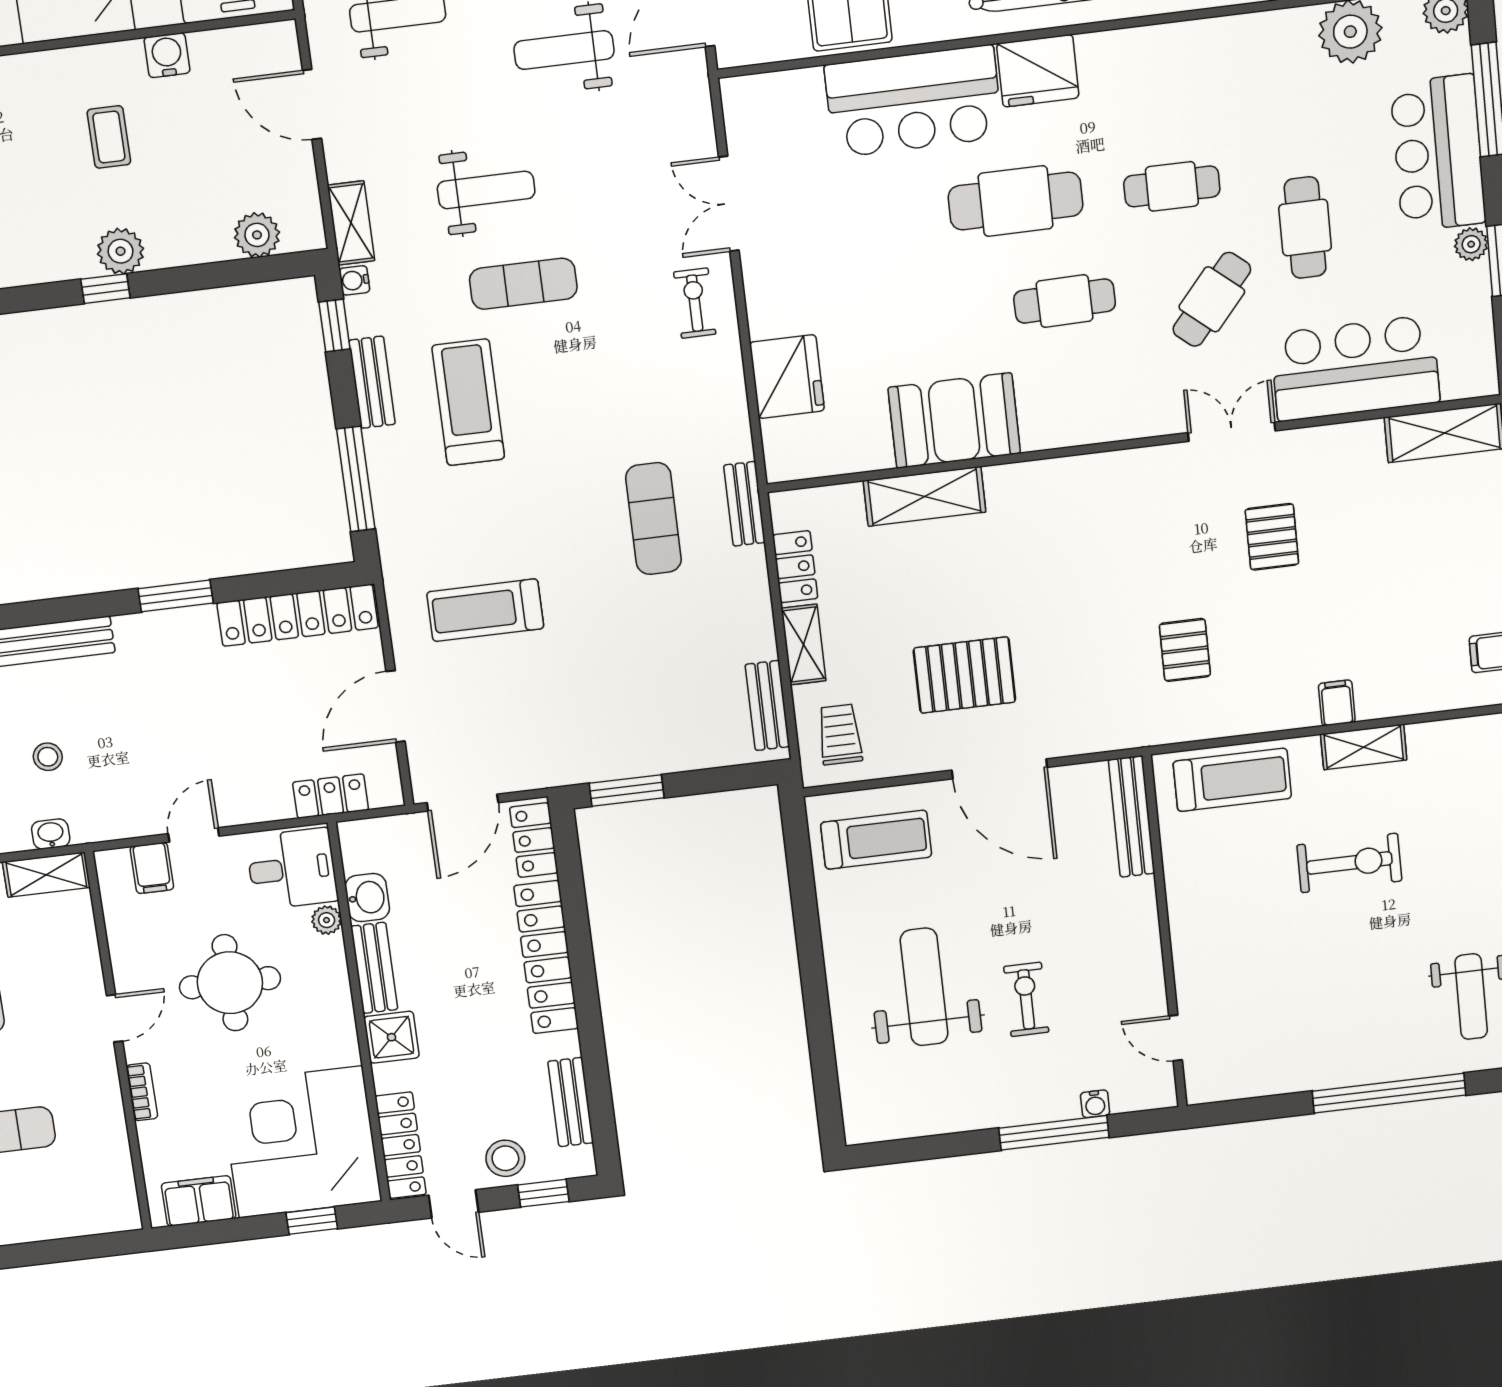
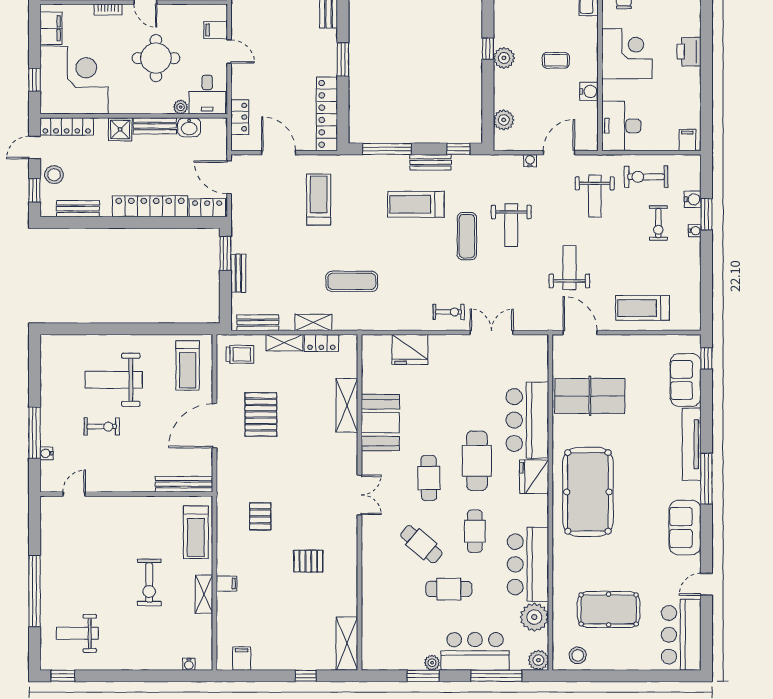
shelving: (351, 223) -> (313, 322), moved
water cooler: (354, 280) -> (530, 161), moved
bar counter: (1355, 368) -> (528, 564), moved, turned 180
treadmill: (468, 402) -> (416, 204), turned 180
double door: (1232, 432) -> (359, 495), moved
bench: (744, 504) -> (238, 273), moved, turned 90
pallet: (1185, 650) -> (260, 516), turned 90
weight bench: (924, 987) -> (114, 380), turned 180

